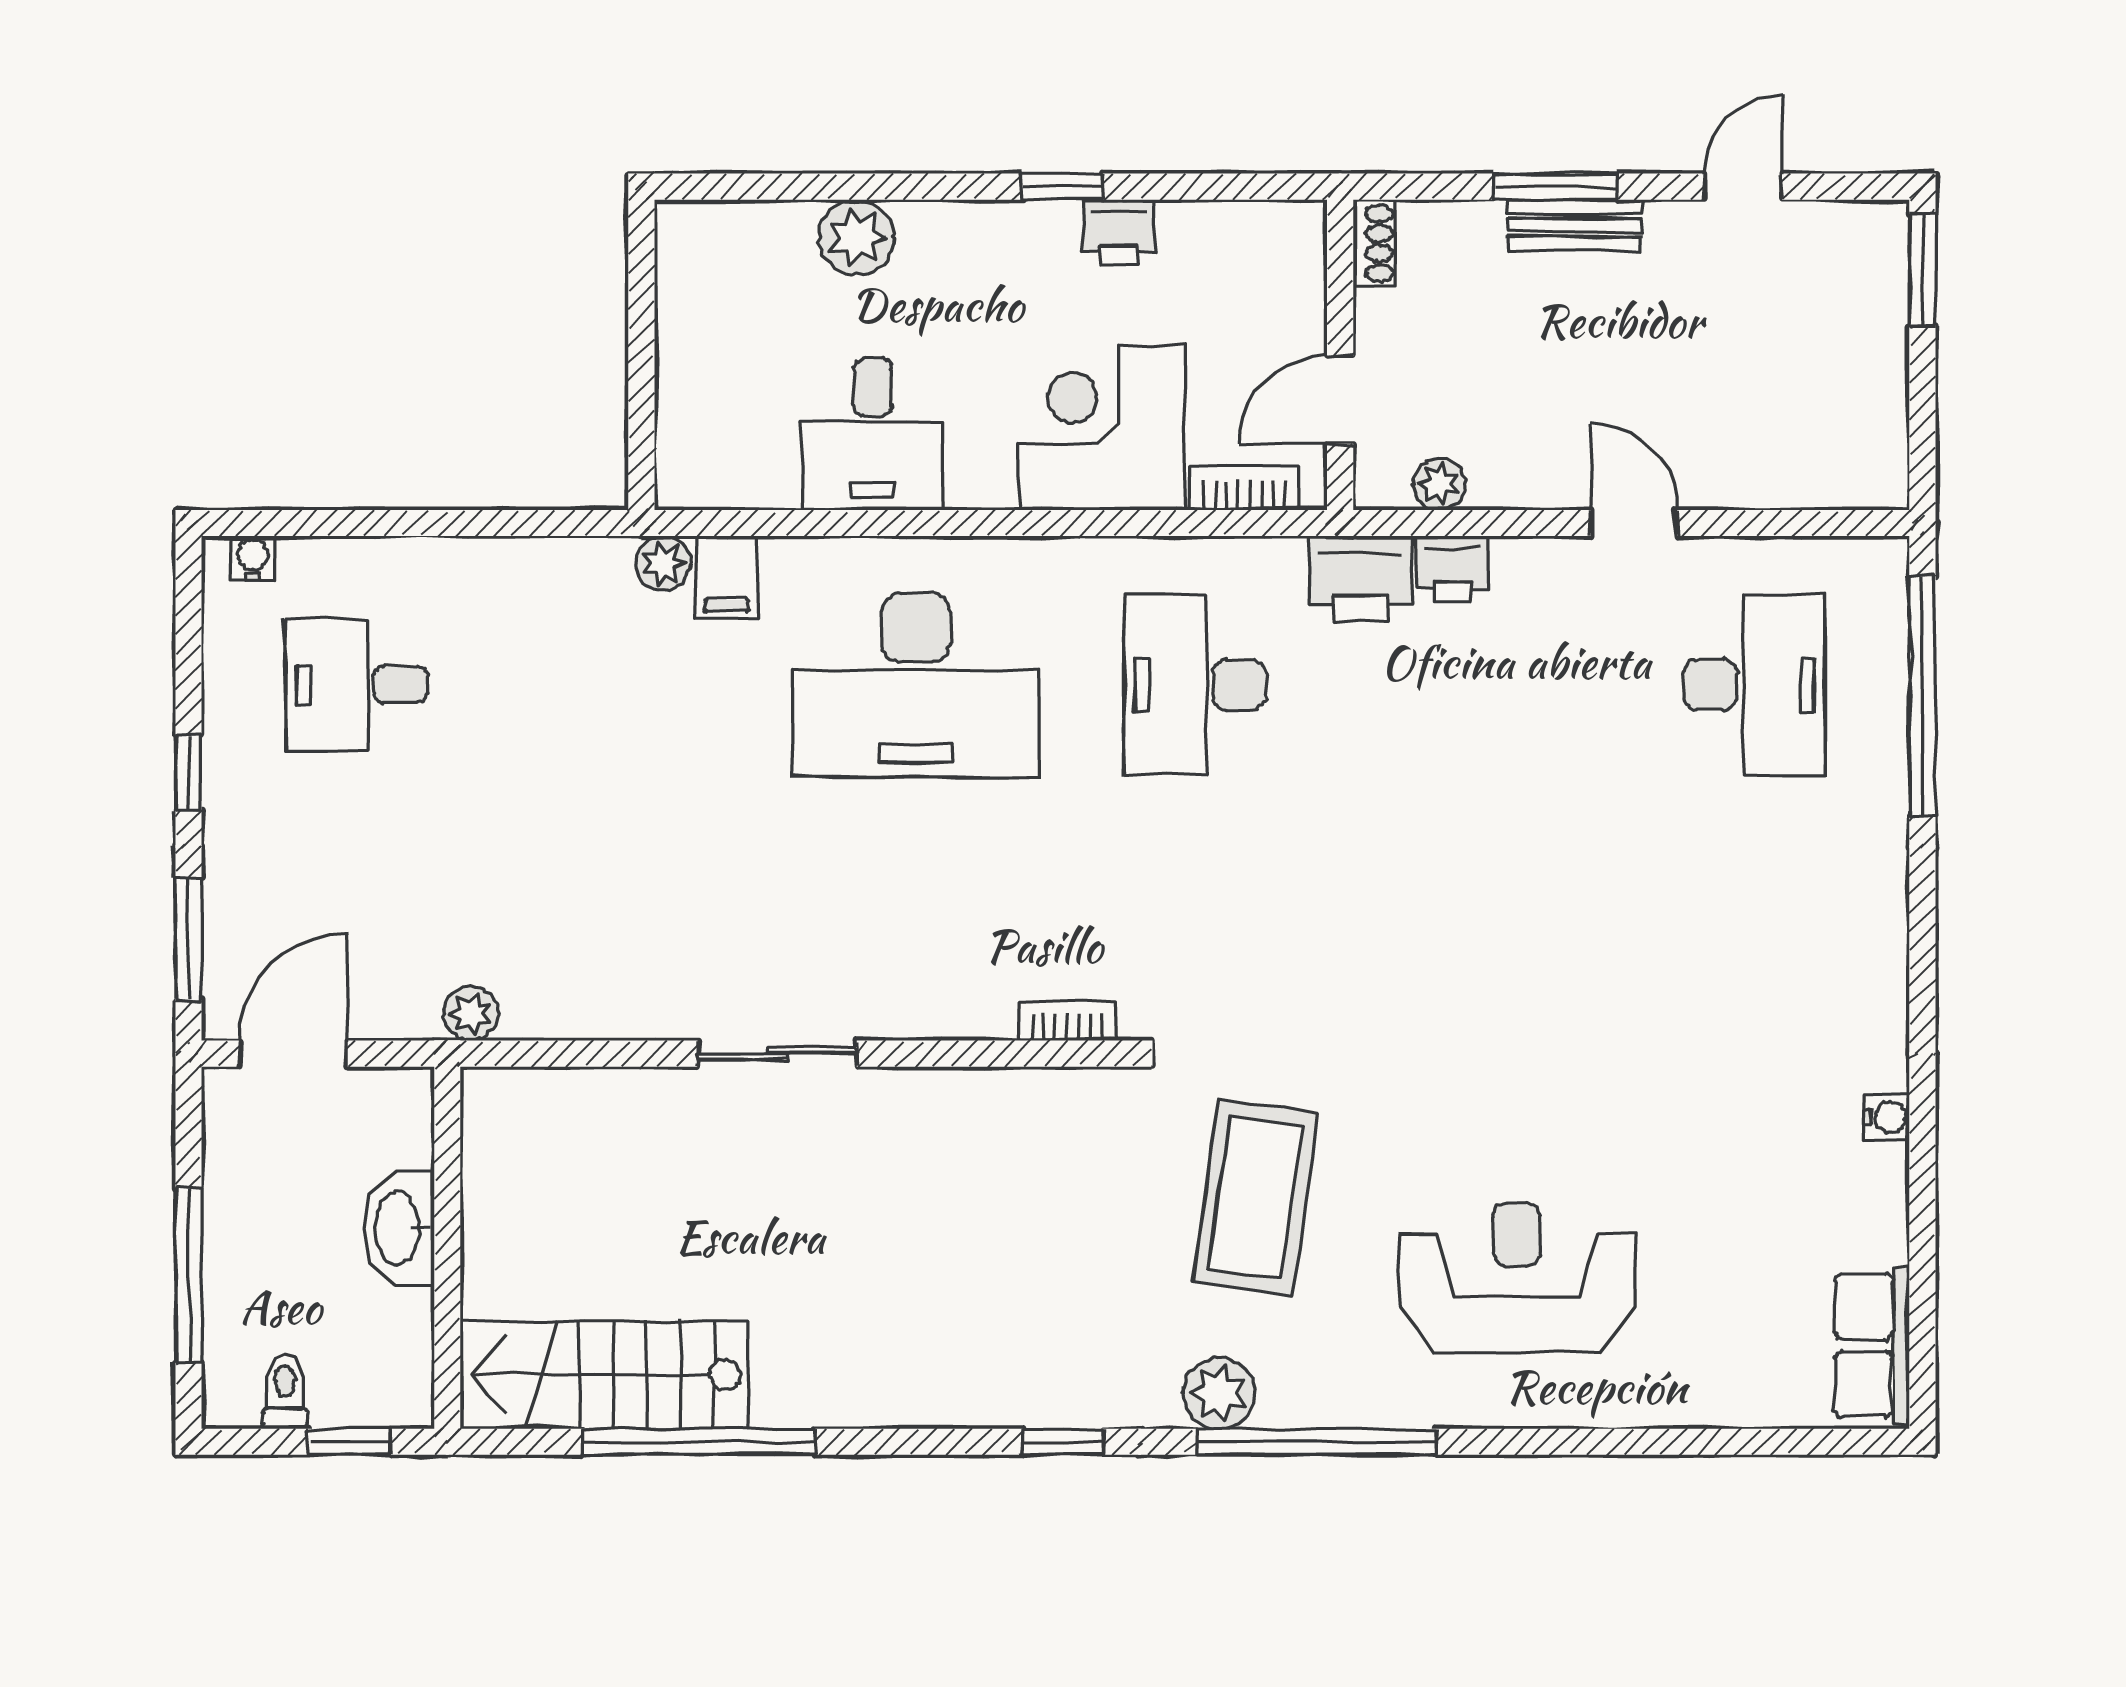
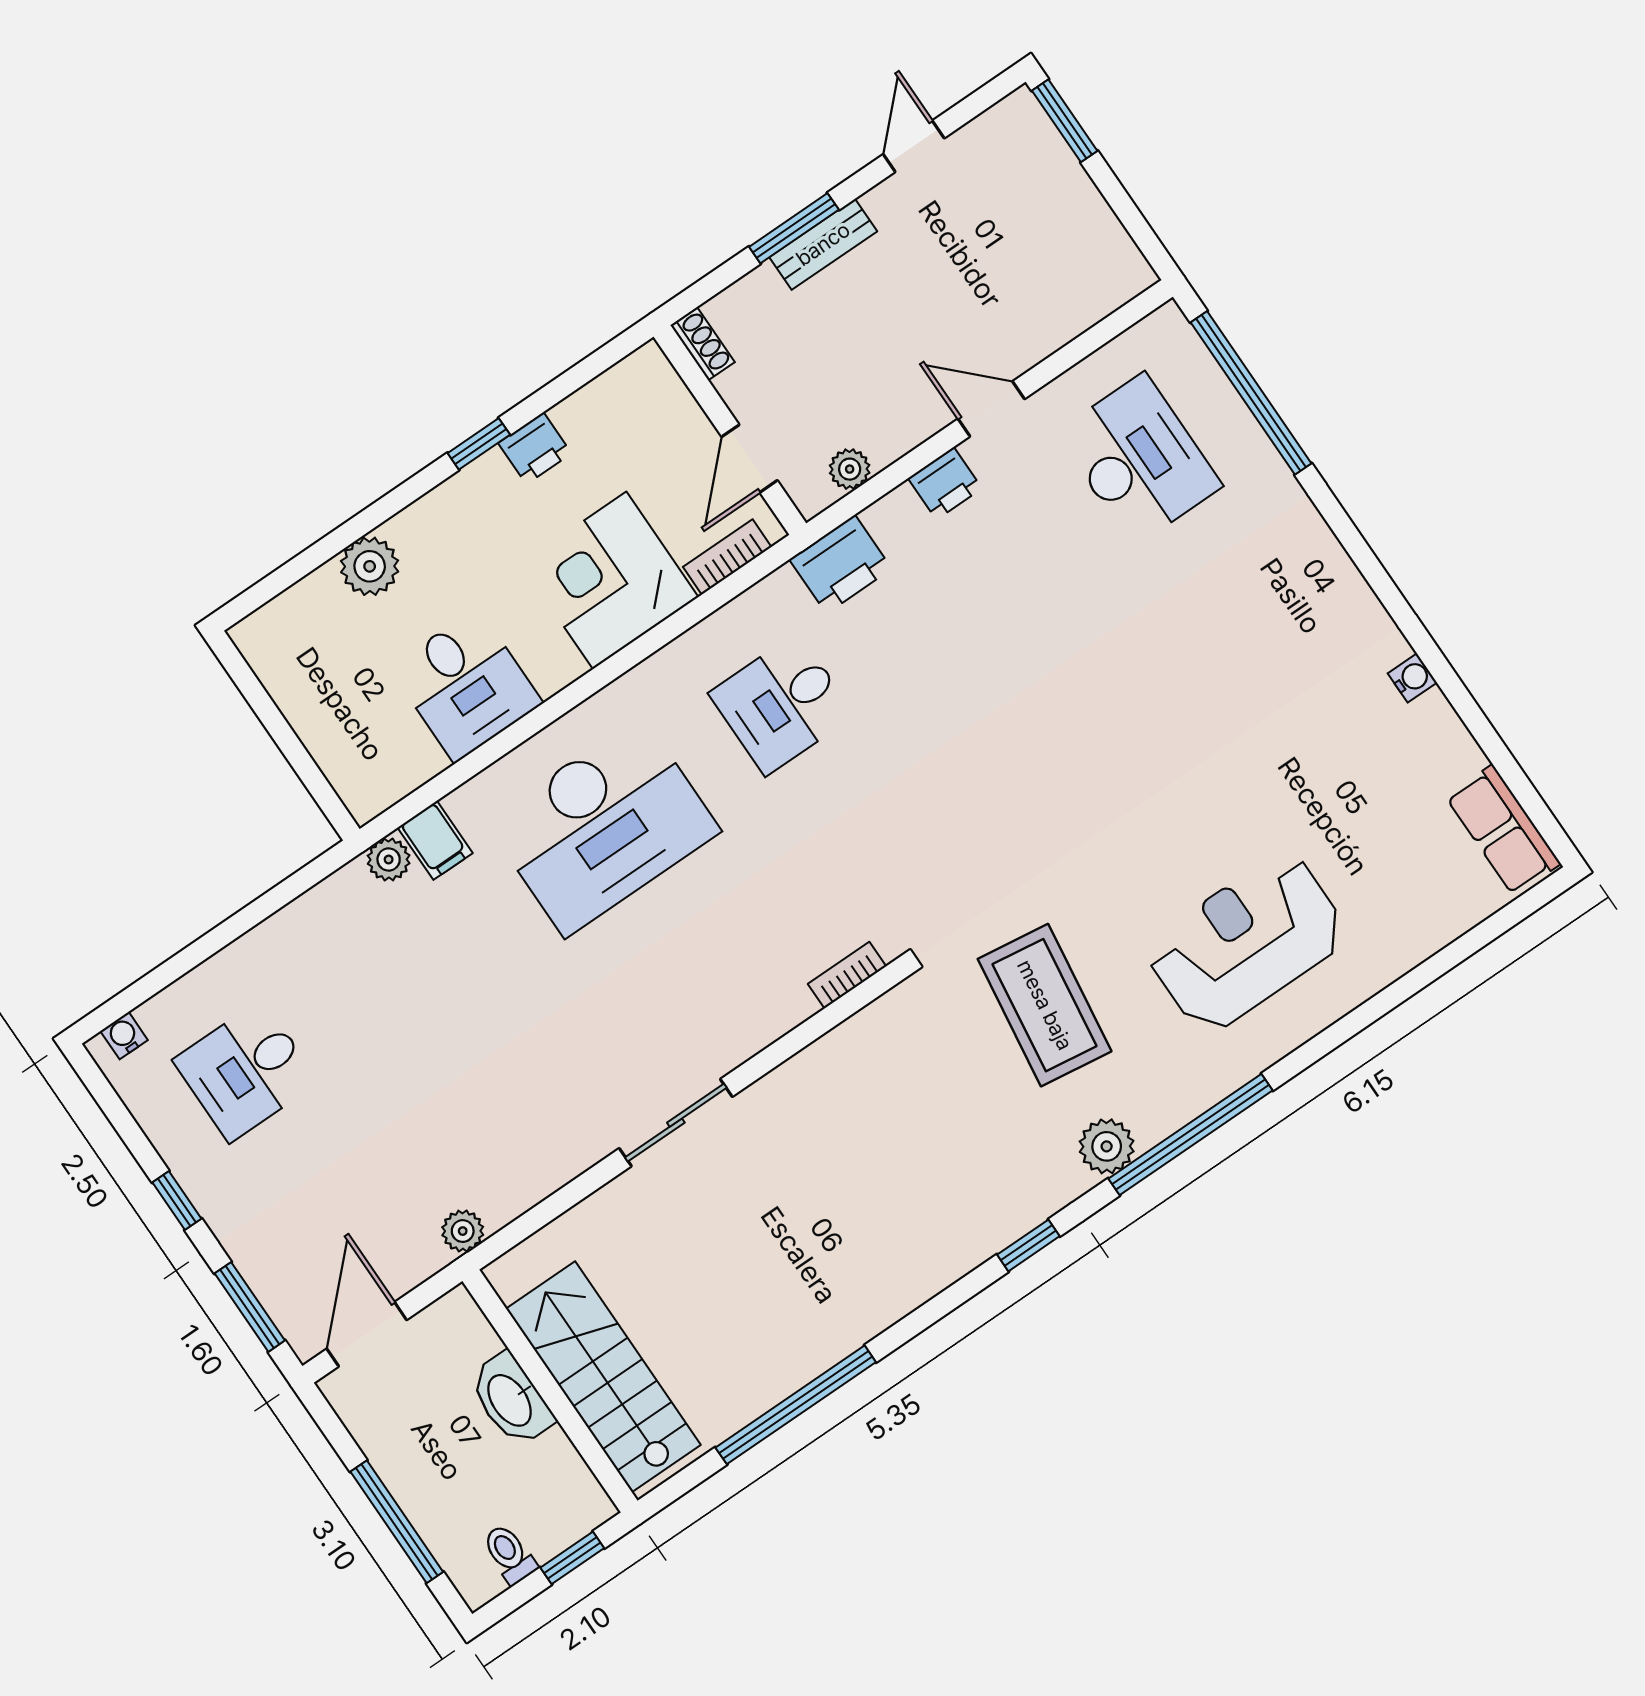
printer: (1453, 569) -> (945, 483), moved
desk: (1195, 685) -> (782, 704), width x0.73
stairs: (604, 1375) -> (603, 1377), moved, turned 90

